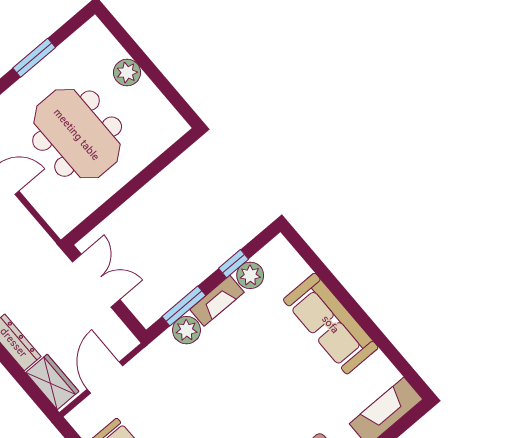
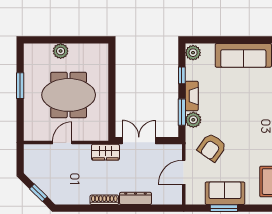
plant: (250, 275) -> (193, 53), moved
door: (105, 377) -> (184, 172), hinge flipped
wardrobe: (52, 382) -> (105, 152), moved, turned 180
armchair: (171, 387) -> (212, 147), added

